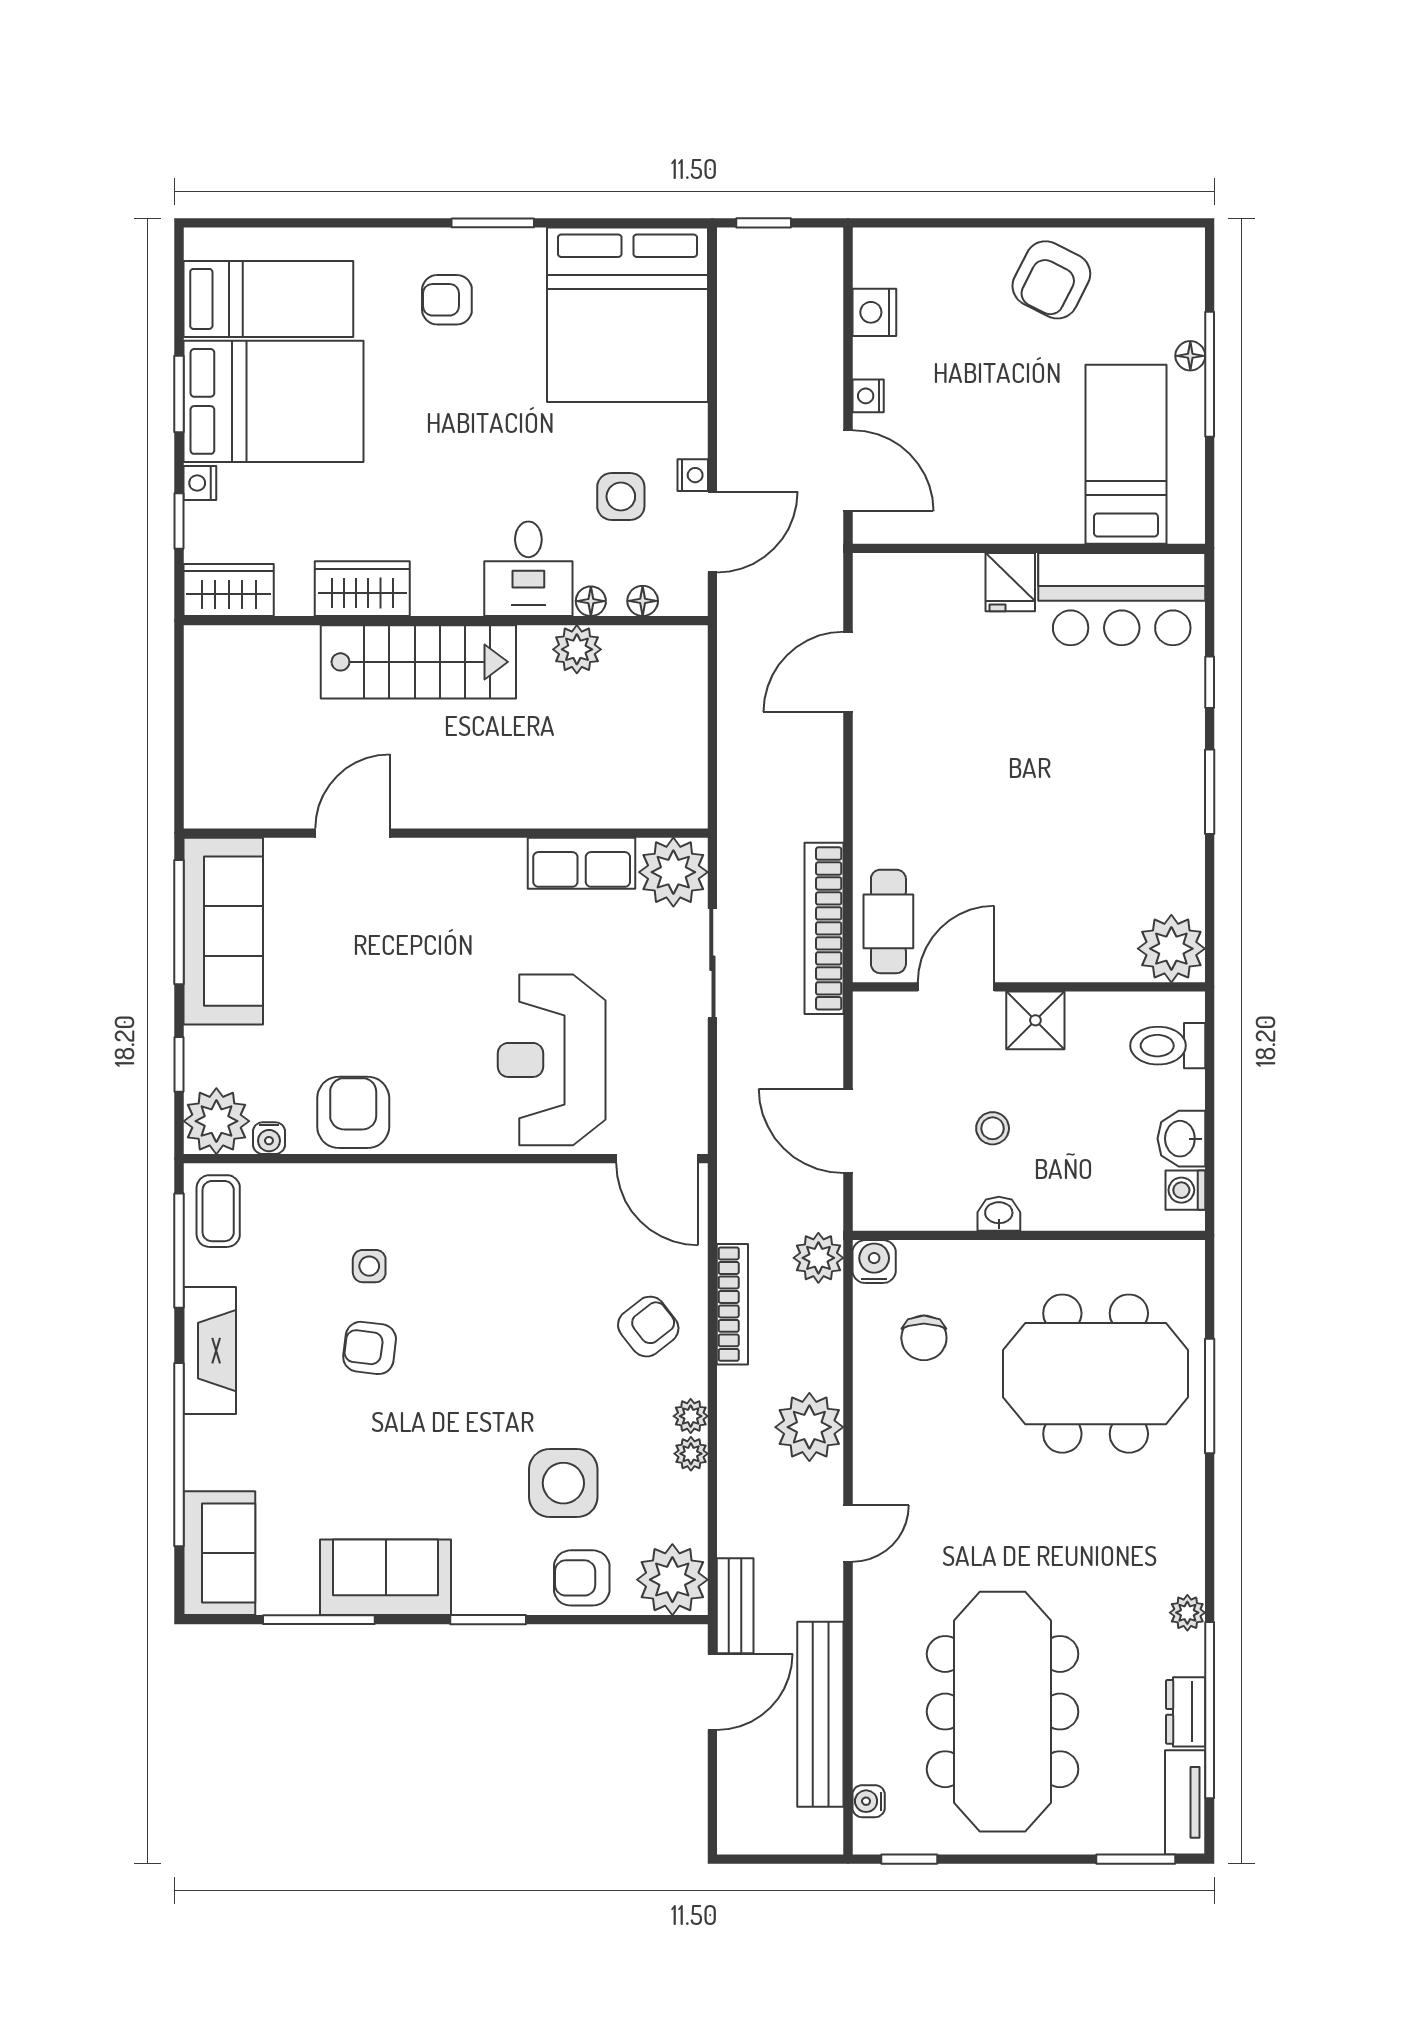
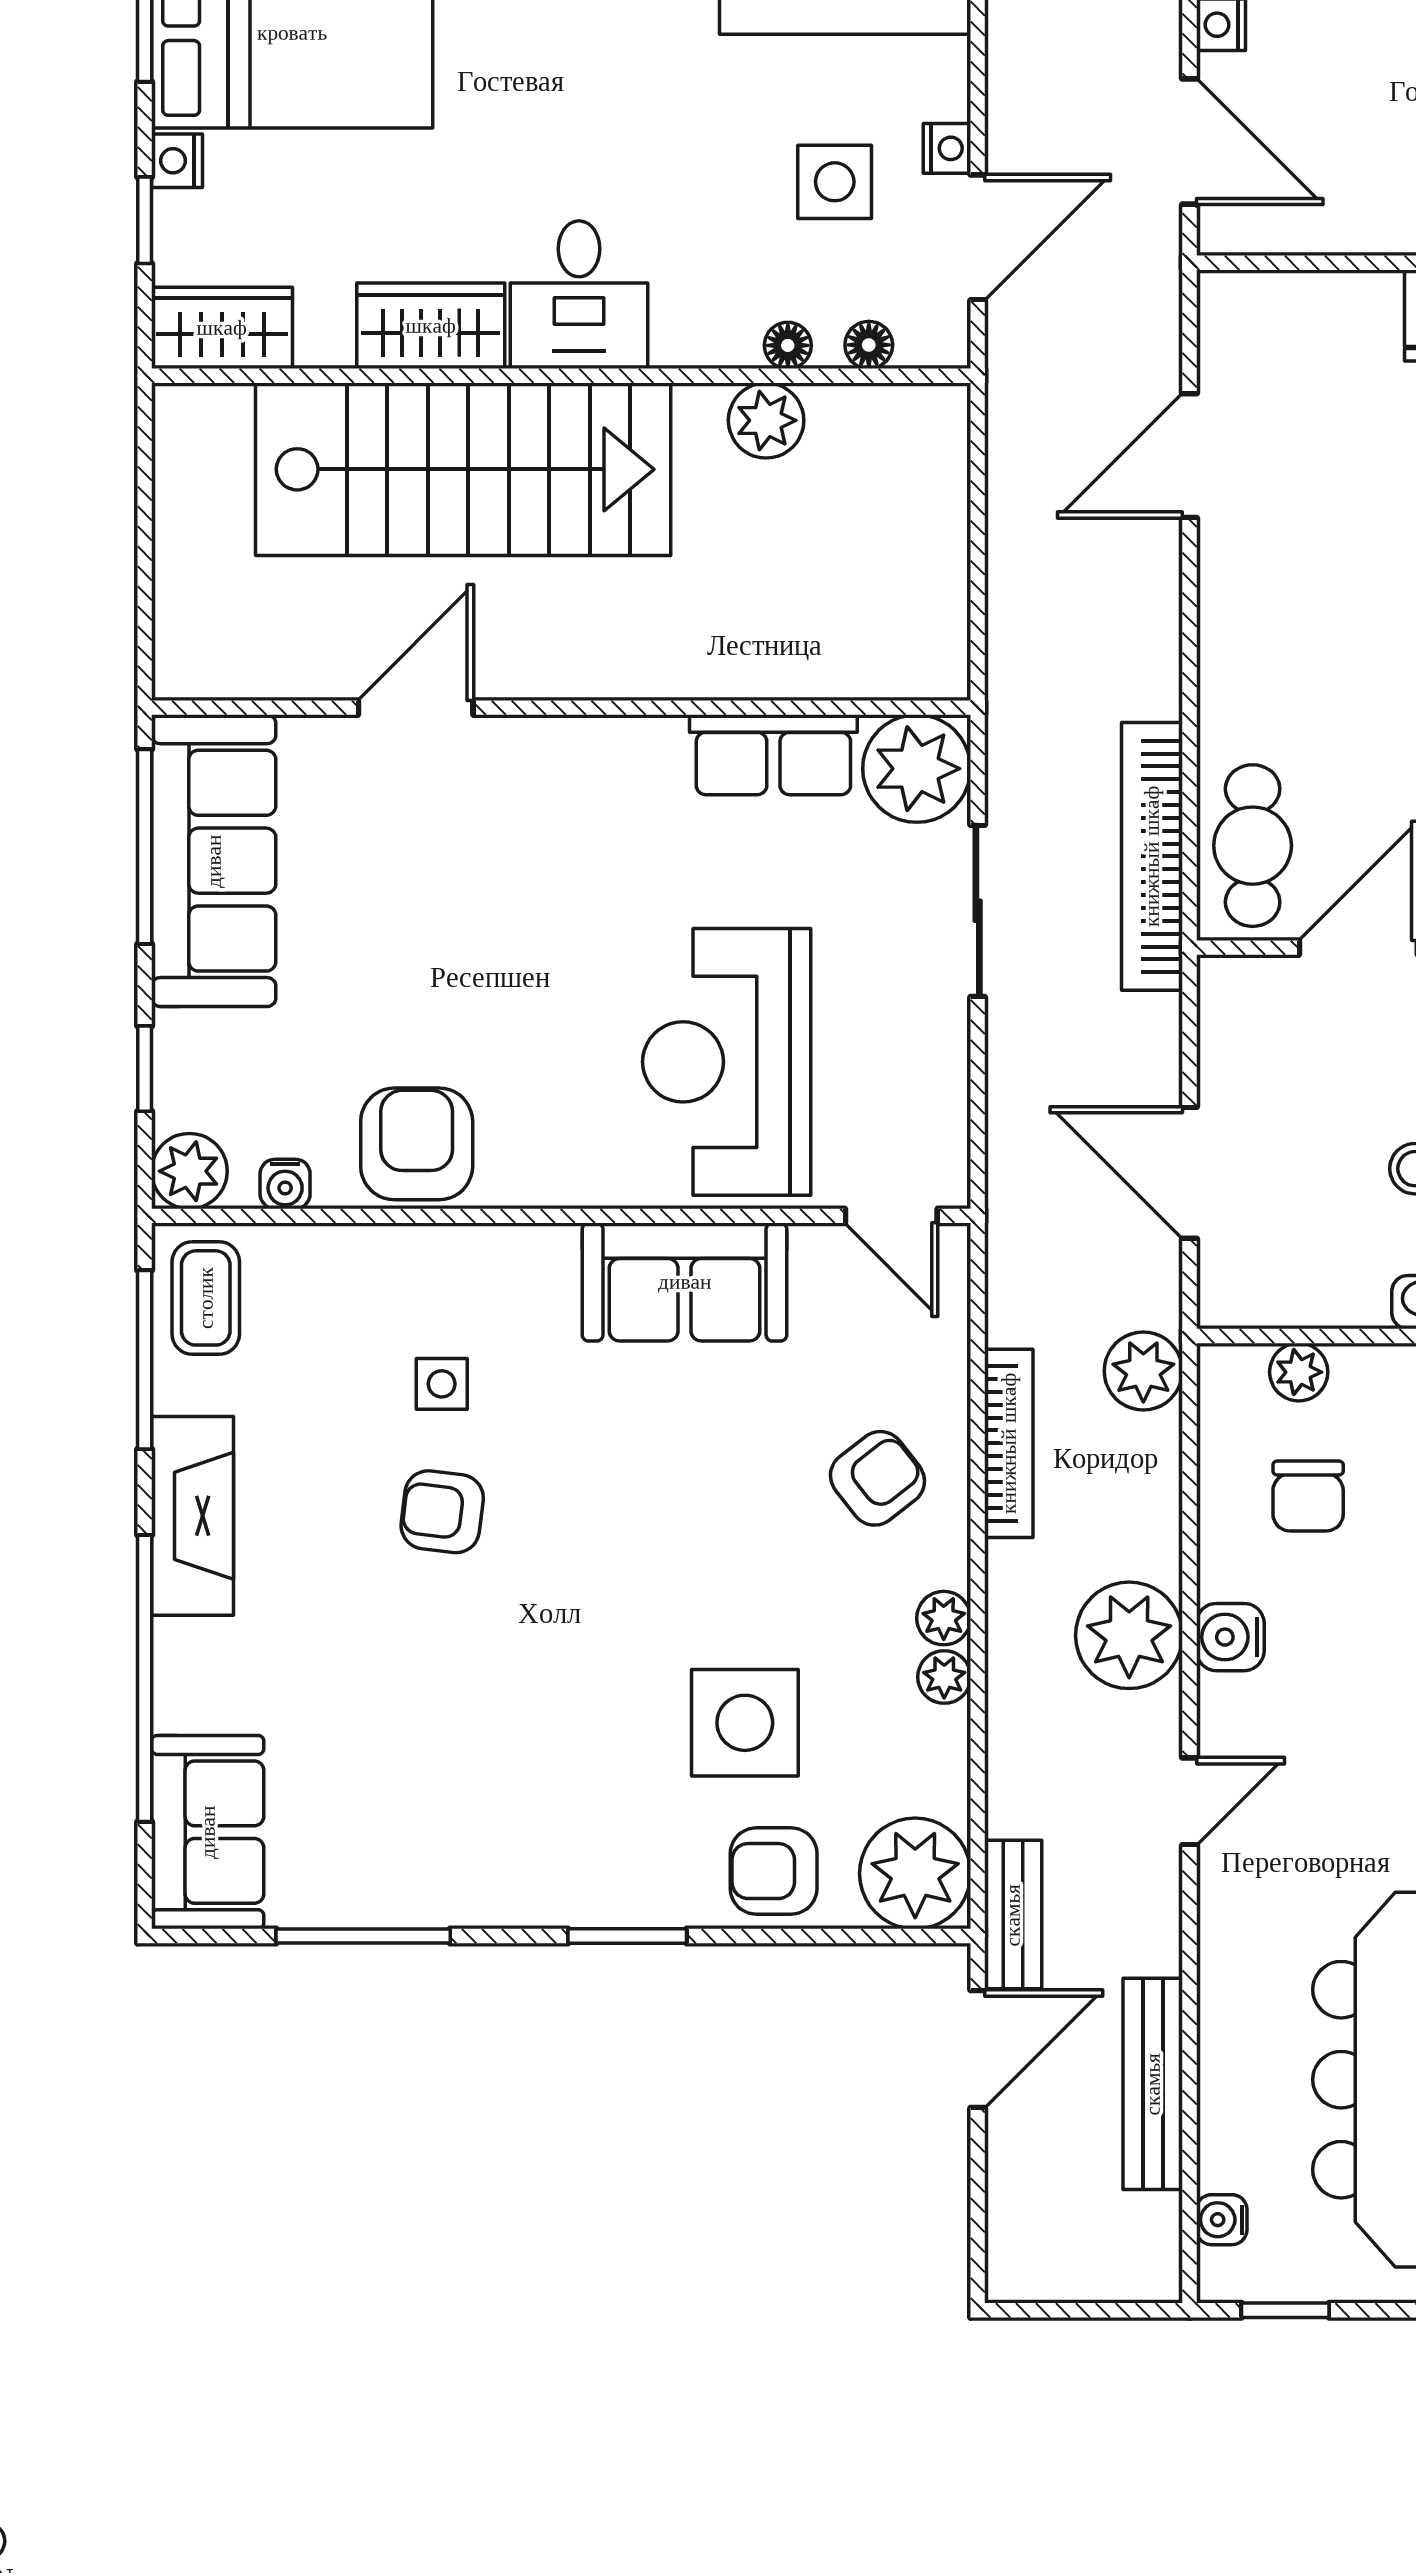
desk: (528, 569) -> (579, 295), moved
stairs: (418, 662) -> (463, 469), width x1.36, depth x1.51
plant: (216, 1121) -> (189, 1171), width x0.73, depth x0.73
door: (657, 1159) -> (891, 1216), width x0.73
plant: (918, 1258) -> (1299, 1372), added
water cooler: (874, 1262) -> (1230, 1637), moved, turned -90
sofa: (386, 1577) -> (685, 1282), moved, turned 180
bench: (820, 1714) -> (1153, 2084), width x0.73, depth x0.82

